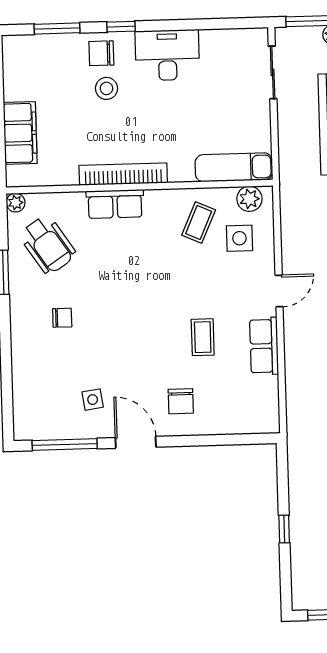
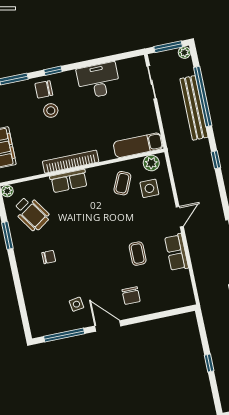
desk: (167, 55) -> (98, 80), moved

